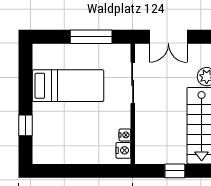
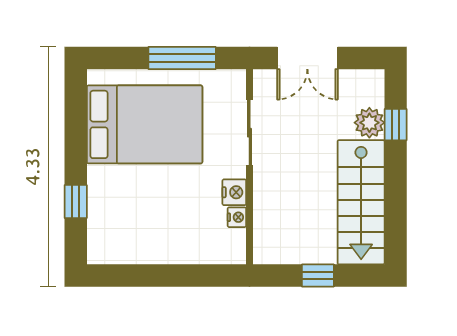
bed: (68, 86) -> (145, 124), width x1.50
nightstand: (123, 150) -> (234, 192), moved

